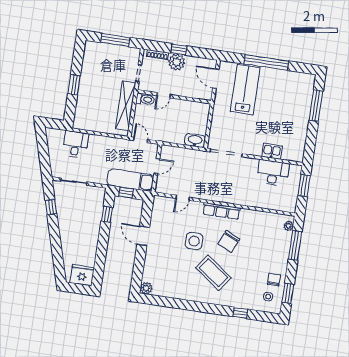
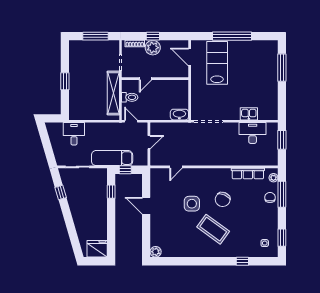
toilet: (145, 99) -> (130, 97), moved
exam couch: (130, 180) -> (112, 158), moved
row of seats: (221, 211) -> (248, 173), moved
chair: (274, 280) -> (270, 197), moved

